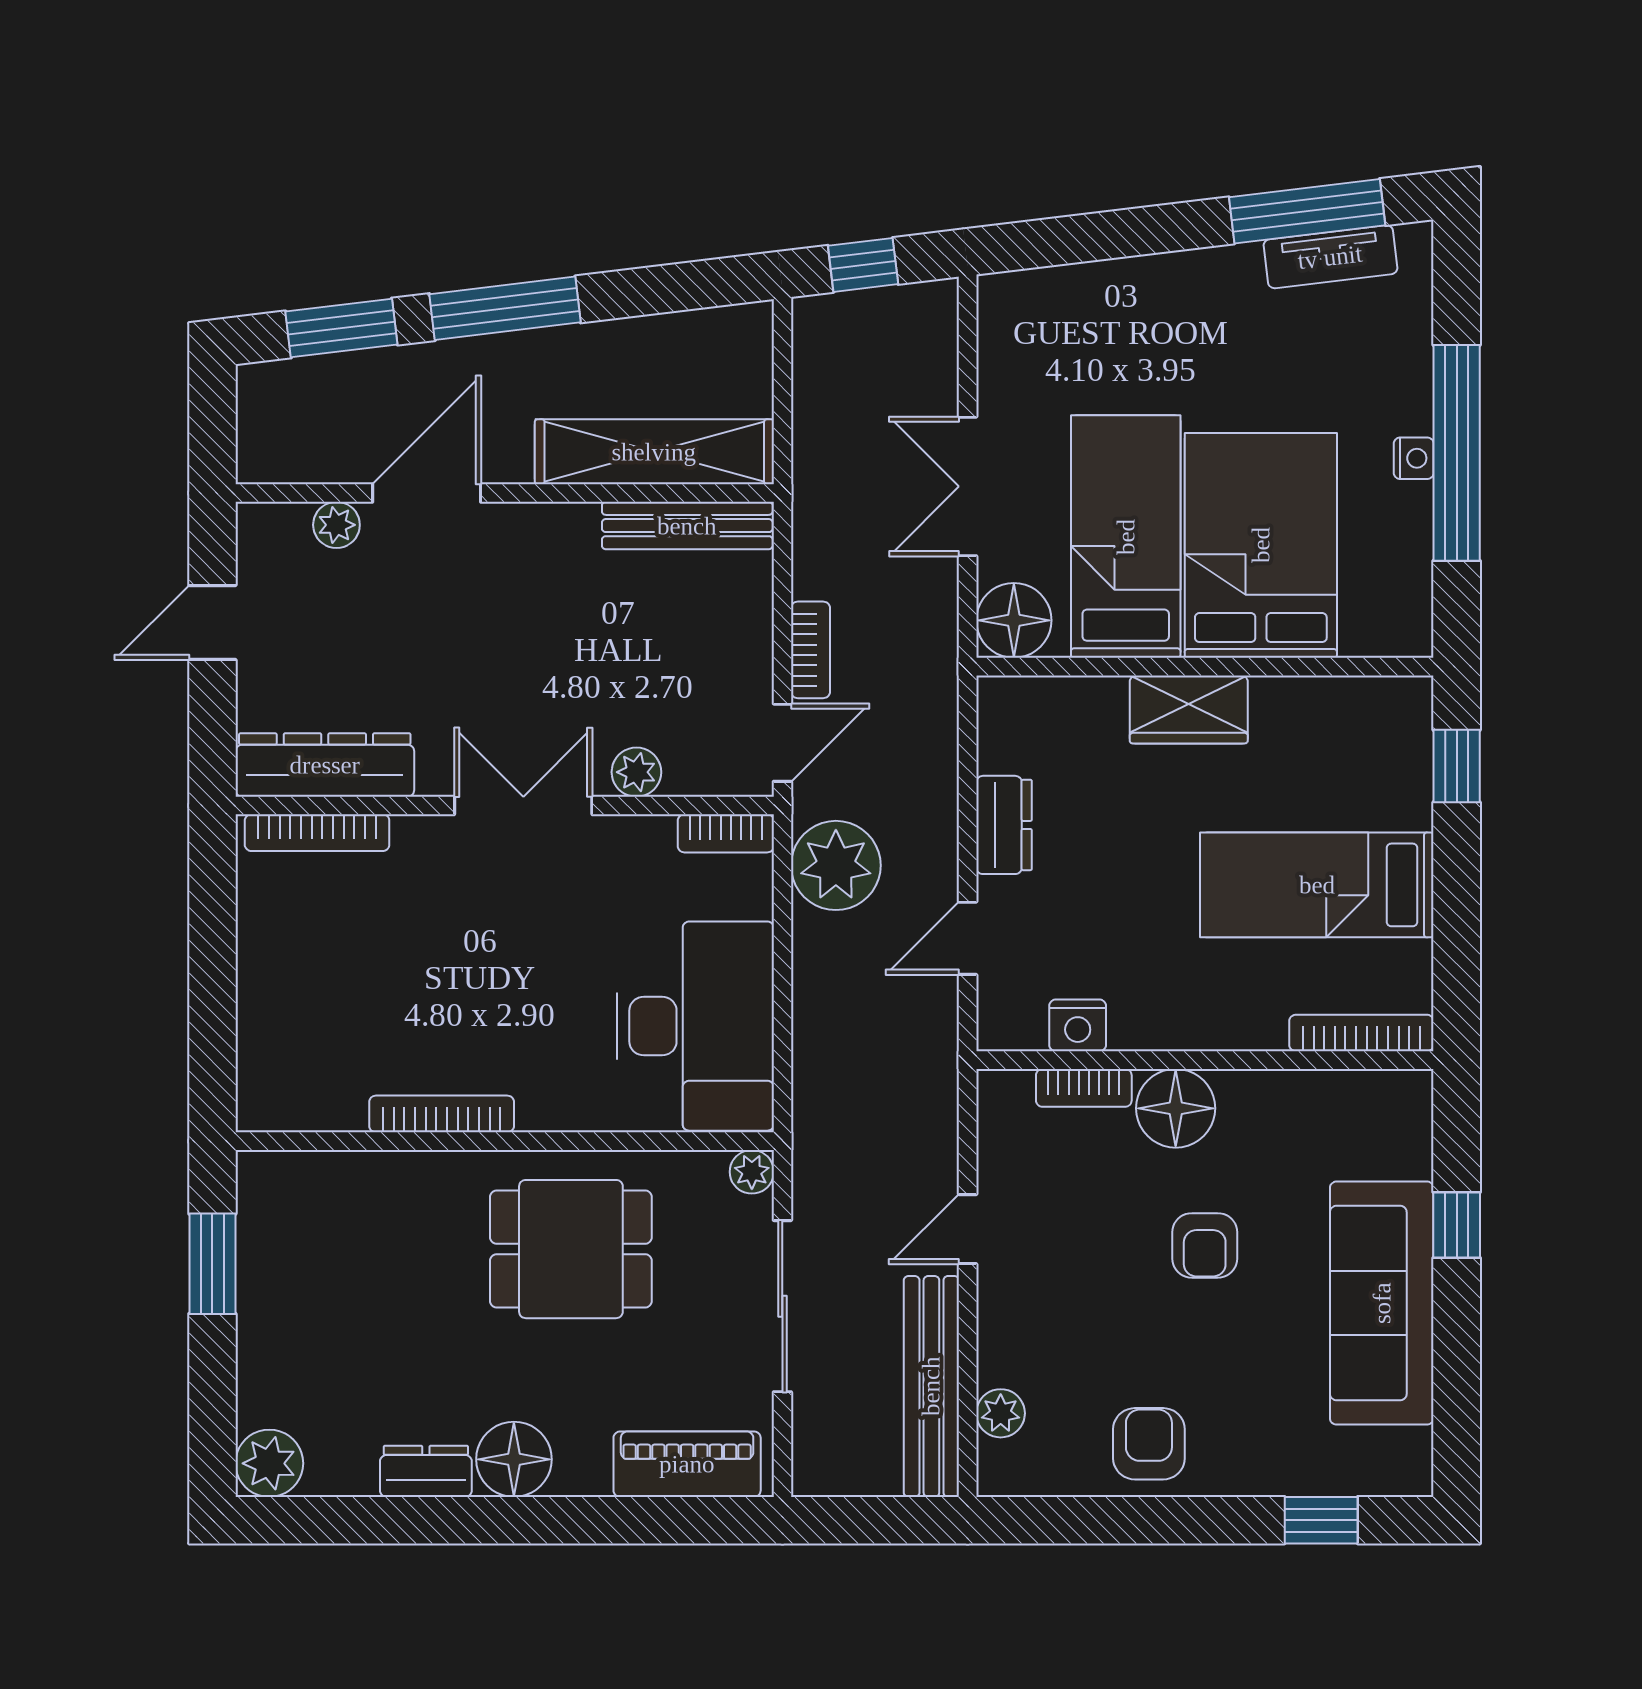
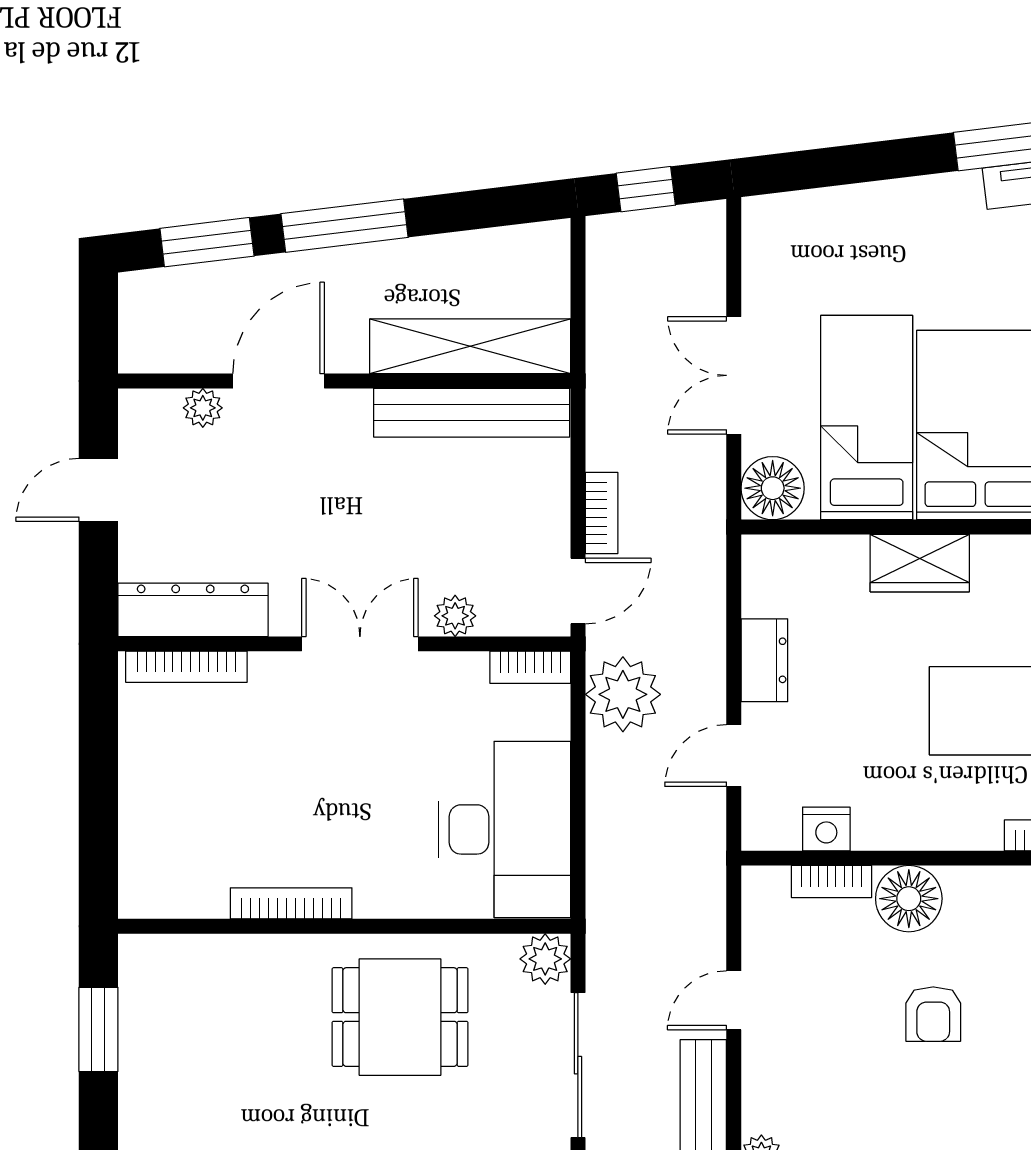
bench: (687, 526) -> (472, 413), width x1.37, depth x1.21
plant: (752, 1172) -> (545, 959), width x1.38, depth x1.38

